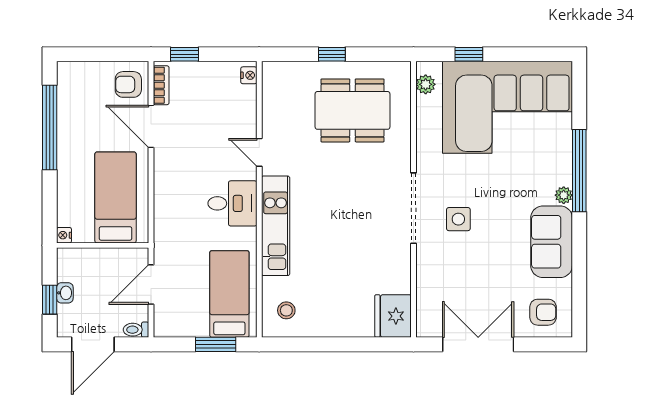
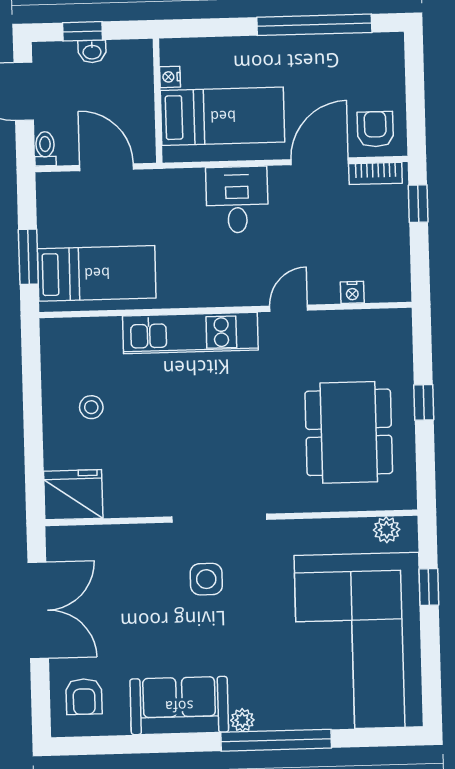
nightstand: (249, 75) -> (352, 292), moved
desk: (232, 203) -> (237, 200), moved, turned 180
nightstand: (64, 235) -> (170, 77), moved, turned -90
stool: (286, 310) -> (91, 407), moved

